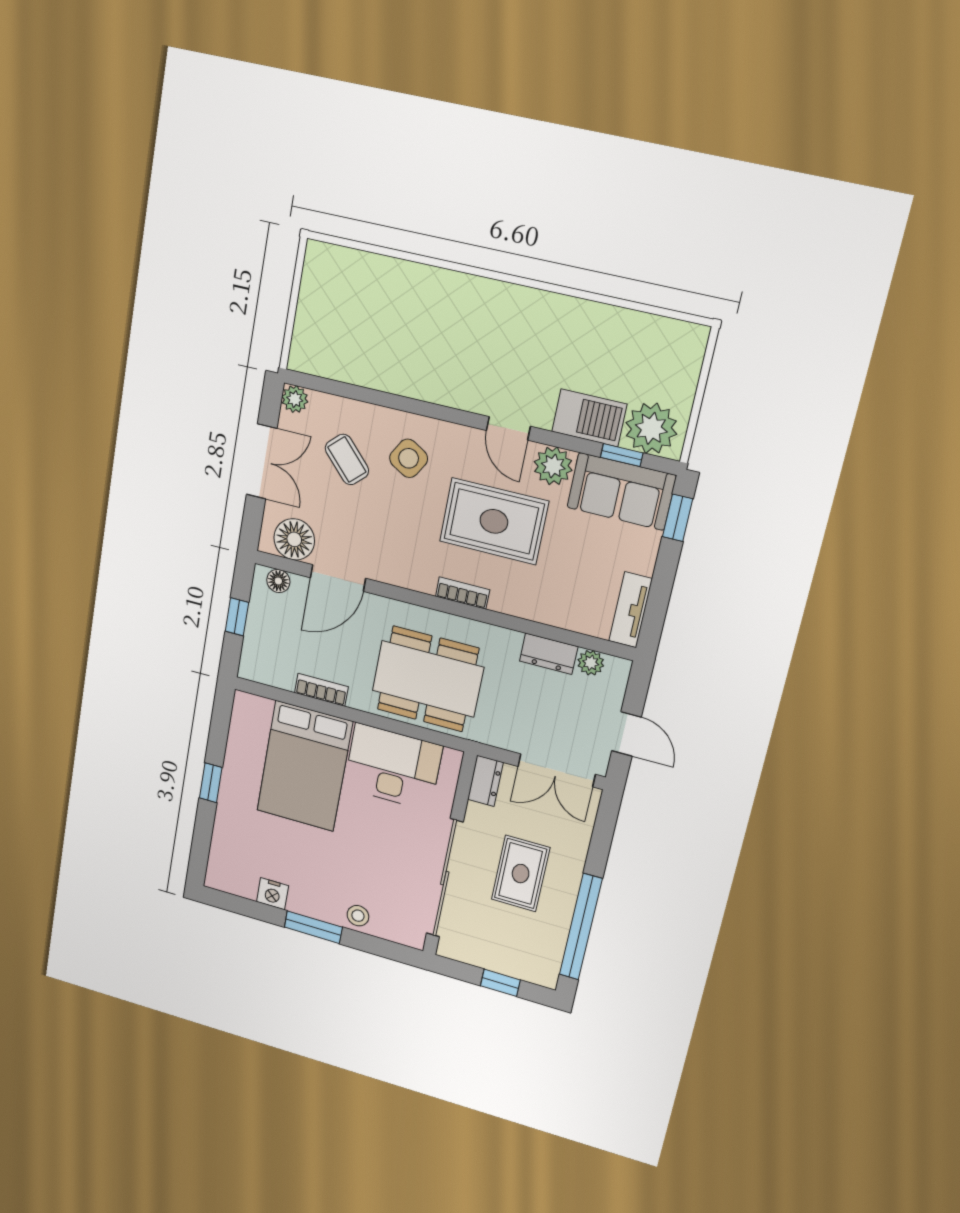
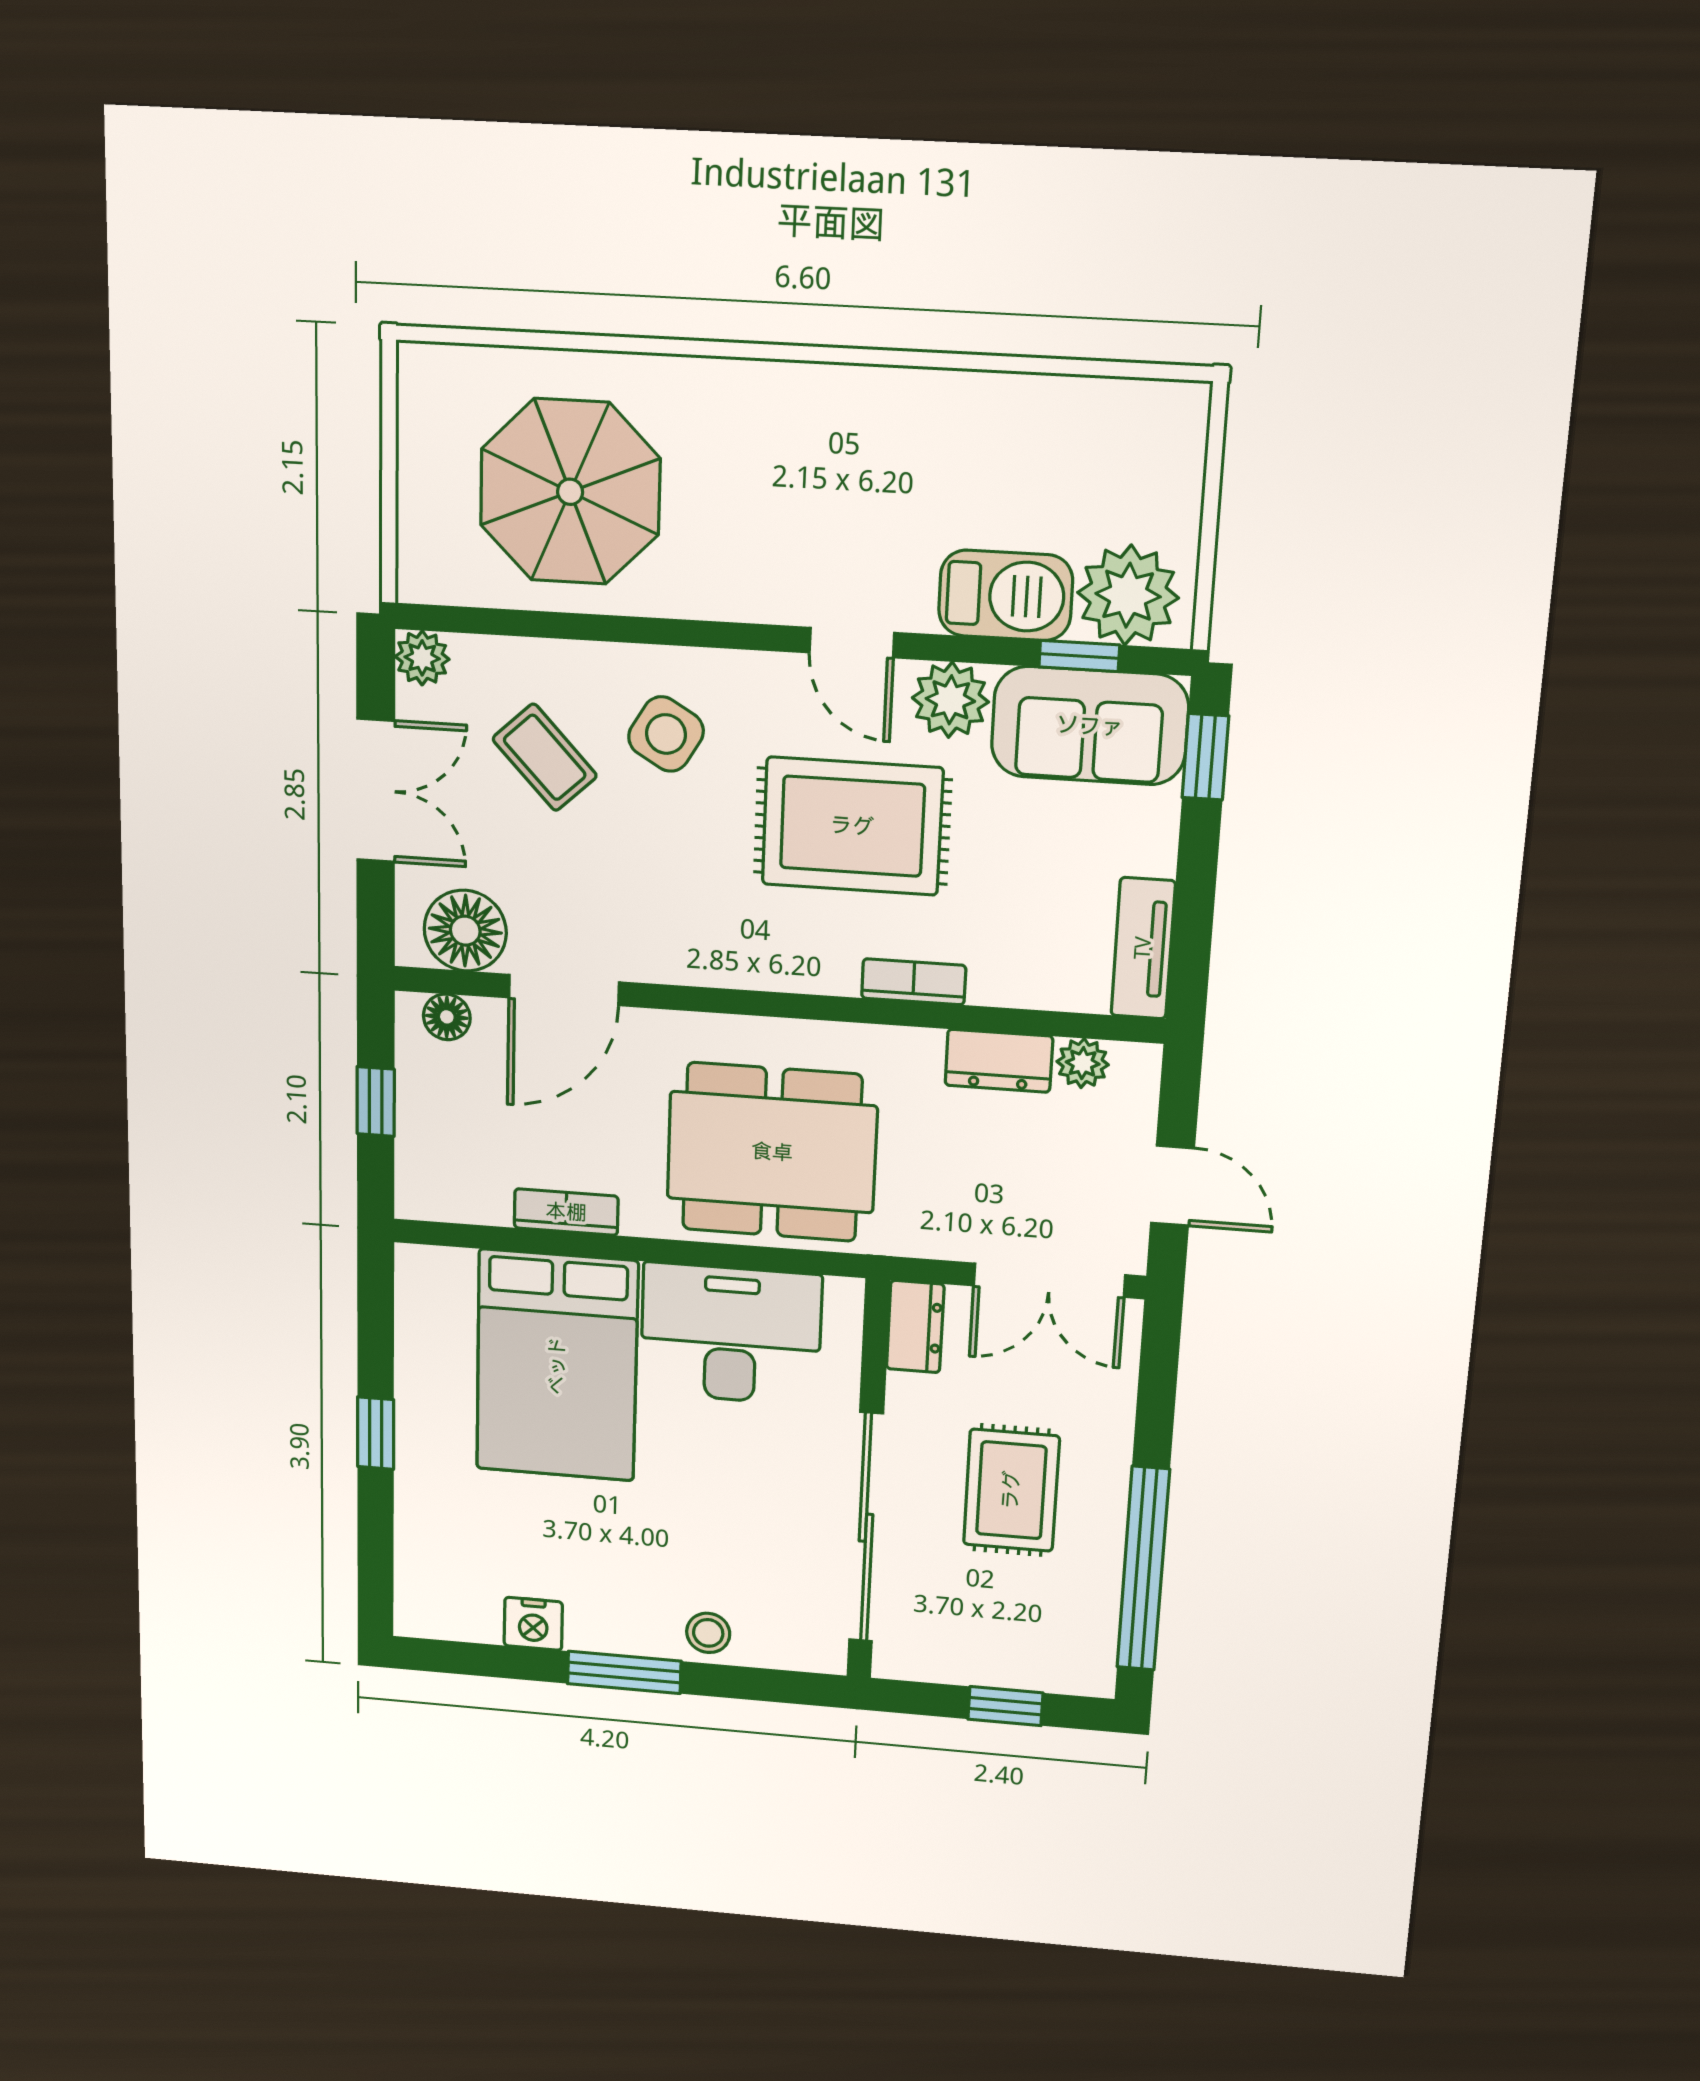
parasol: (380, 328) -> (570, 492), added
bookcase: (463, 593) -> (914, 982), moved

